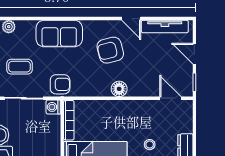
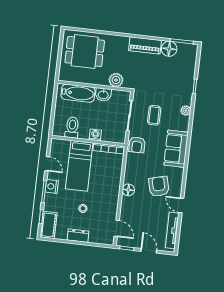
door: (131, 19) -> (181, 205), hinge flipped
door: (194, 54) -> (149, 251), hinge flipped
door: (170, 98) -> (117, 228), hinge flipped
washing machine: (53, 107) -> (95, 135), moved

